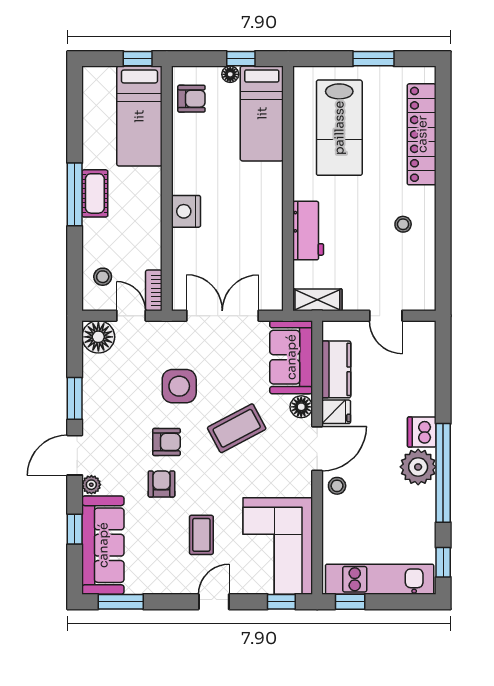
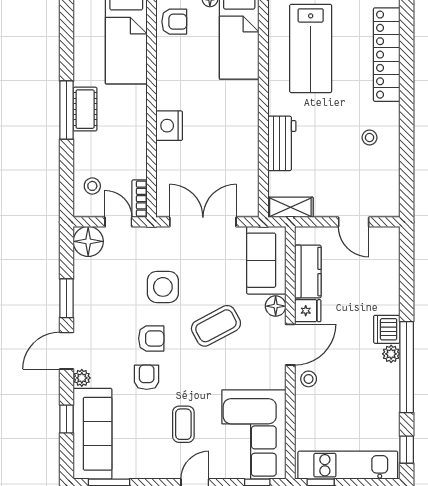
plant: (418, 467) -> (391, 354), width x0.53, depth x0.53

